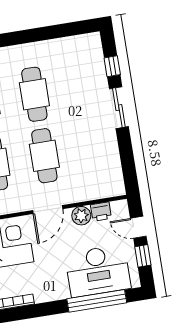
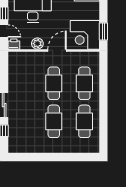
printer: (101, 212) -> (14, 44), moved

